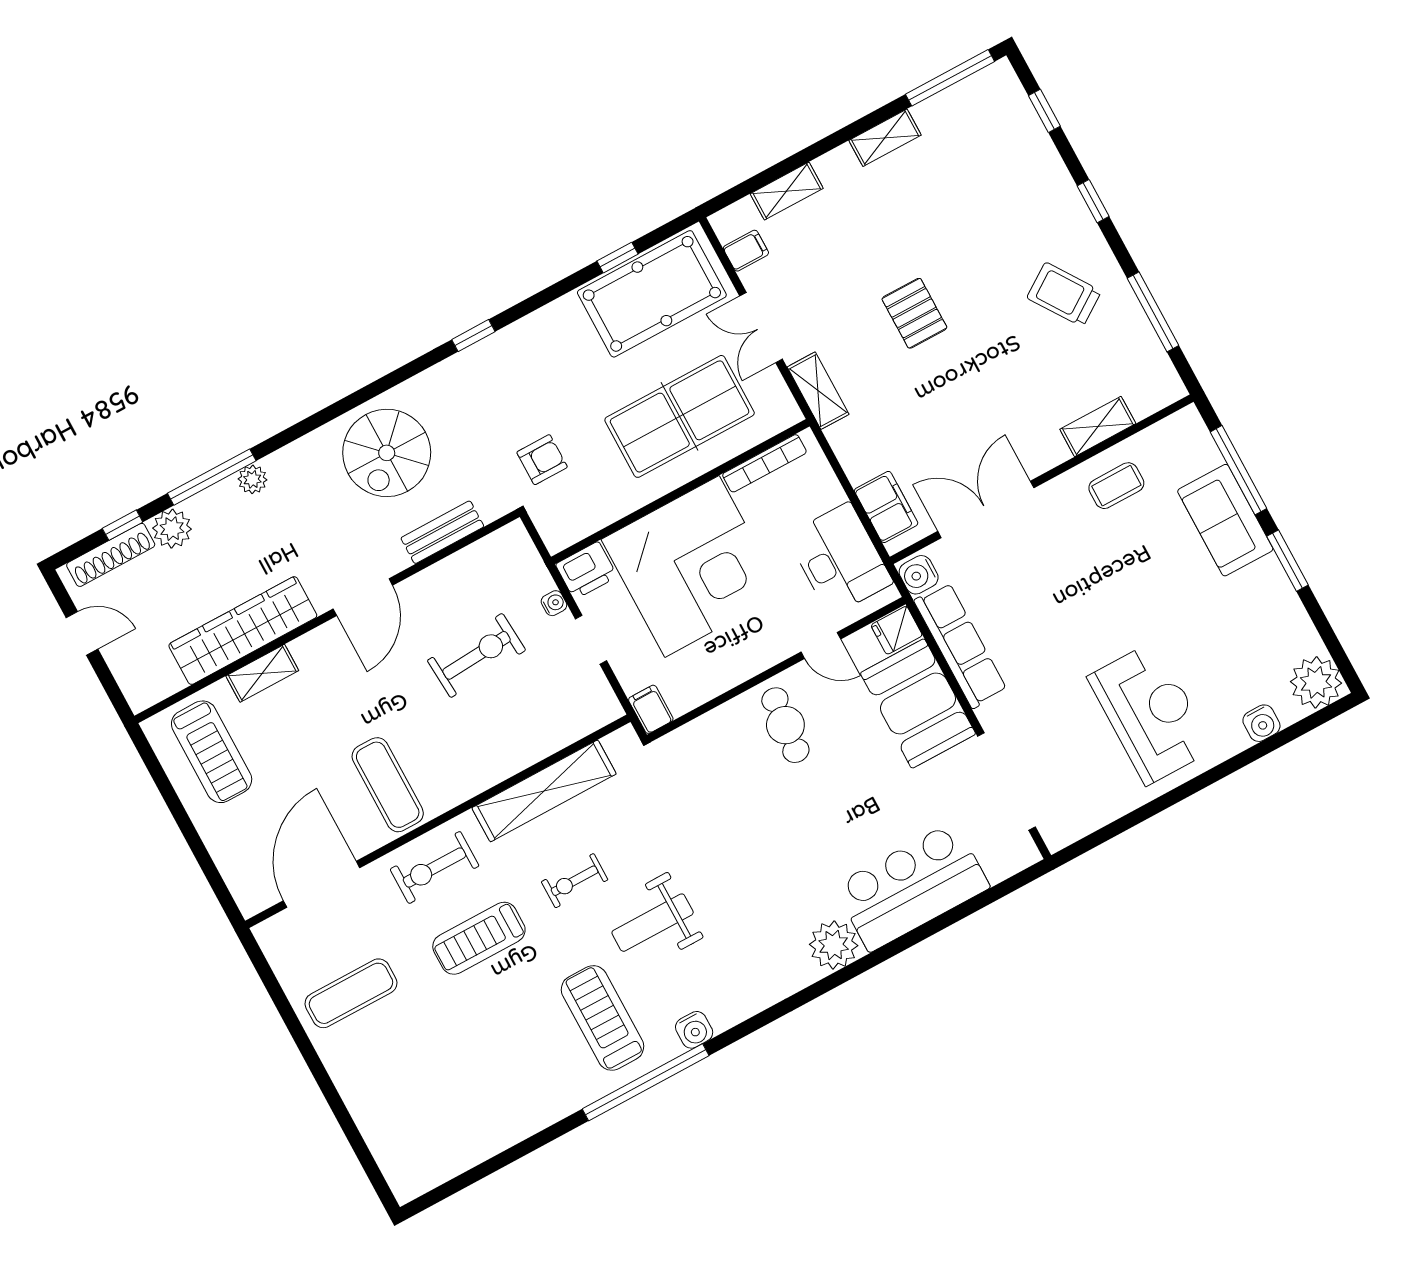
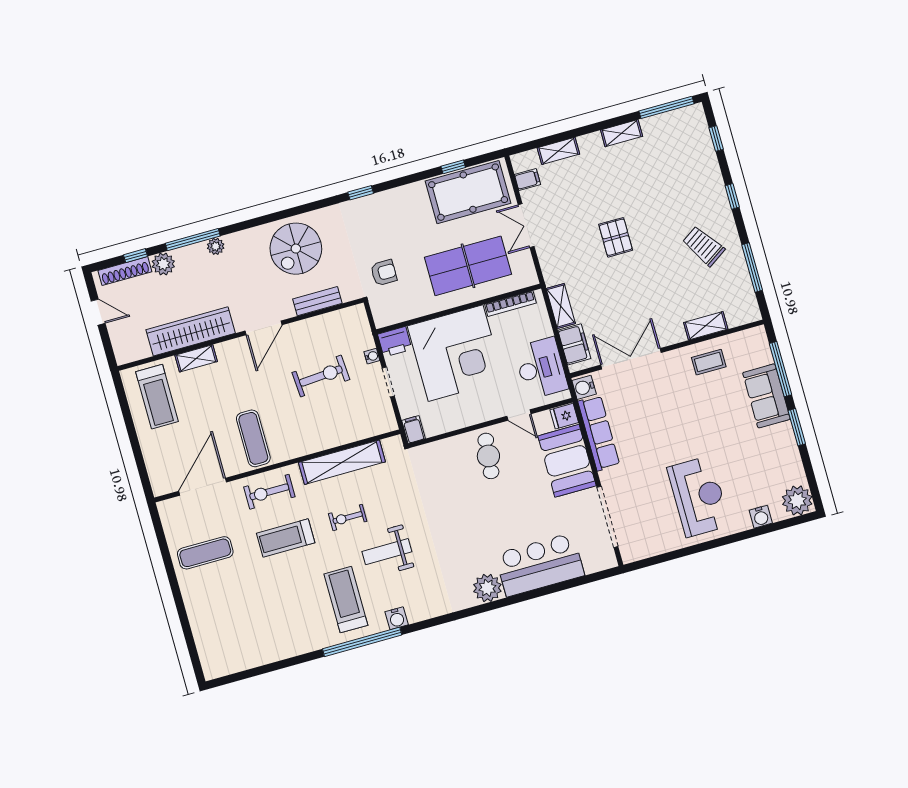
shelving: (818, 391) -> (561, 306), moved

